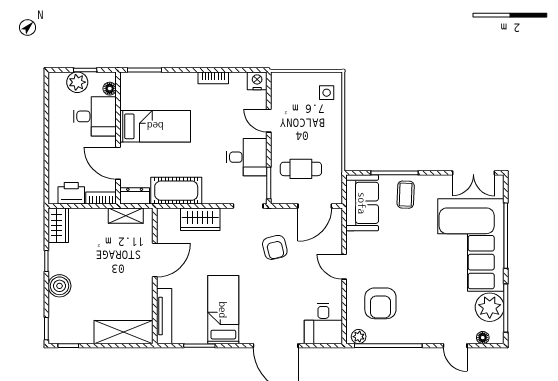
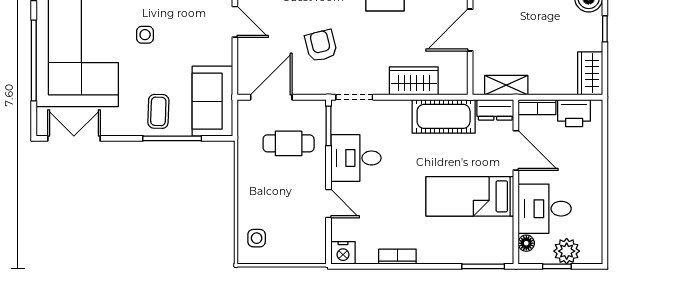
side table: (416, 256) -> (145, 35), added

